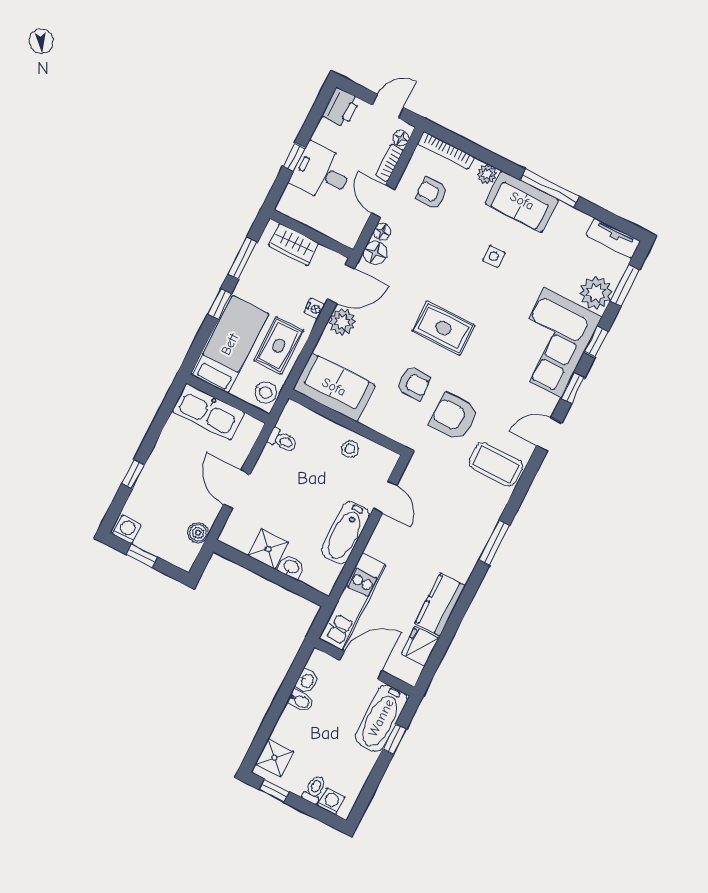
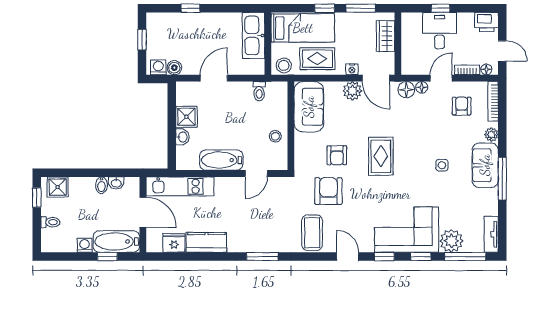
window: (625, 286) -> (465, 257), width x1.44
washing machine: (127, 529) -> (158, 67), moved, turned -90
washing machine: (331, 801) -> (85, 245), moved, turned -90

